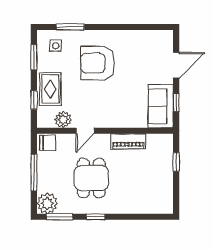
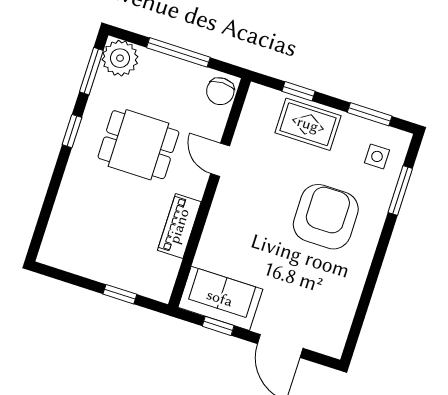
plant: (63, 120) -> (250, 129), removed

